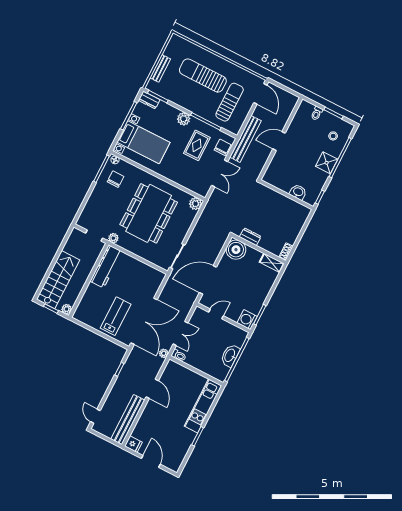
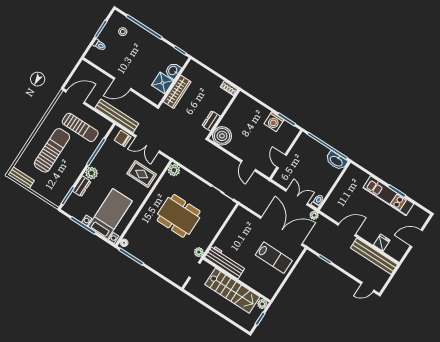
bench: (160, 68) -> (21, 178), moved
sun lounger: (203, 75) -> (52, 150), turned 180
dresser: (149, 100) -> (82, 186), moved
sun lounger: (230, 102) -> (80, 127), turned 180
door: (279, 141) -> (122, 84), hinge flipped
rug: (197, 145) -> (142, 174), moved
shower: (327, 163) -> (163, 83), moved
double door: (220, 173) -> (147, 144), swing flipped
chair: (116, 179) -> (143, 244), removed
wardrobe: (277, 199) -> (177, 92), added
dining table: (149, 213) -> (179, 216), width x0.73, depth x0.80
shelving: (272, 263) -> (238, 103), removed
stairs: (58, 280) -> (232, 291), moved, turned 180
door: (208, 280) -> (248, 166), width x0.53
lab bench: (116, 316) -> (274, 258), turned 180
washing machine: (247, 320) -> (274, 122), moved
washbasin: (230, 355) -> (336, 161), moved
kitchen unit: (203, 406) -> (388, 196), moved
fridge: (133, 444) -> (382, 243), moved

